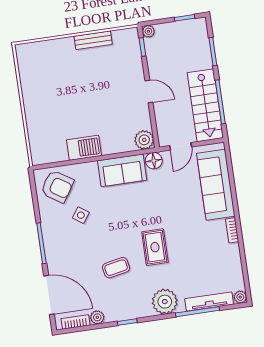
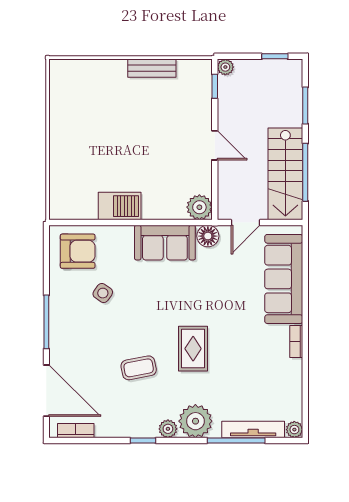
armchair: (57, 186) -> (78, 251), turned -33
plant: (97, 317) -> (168, 429), moved

